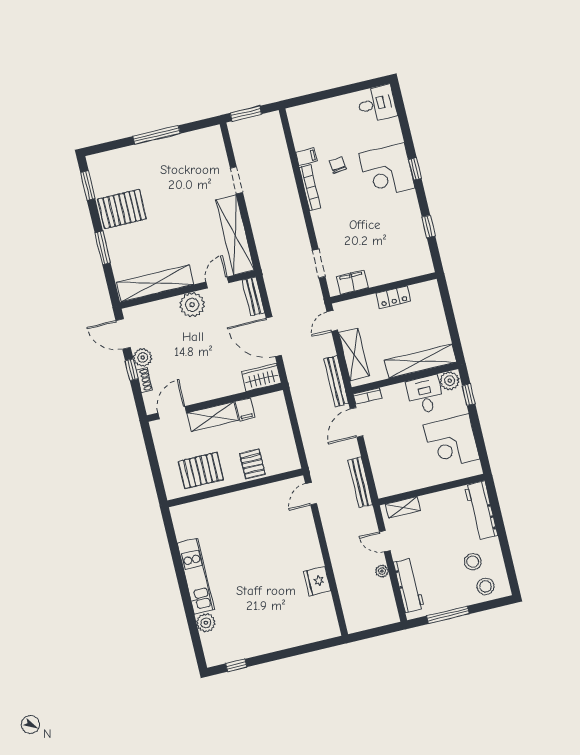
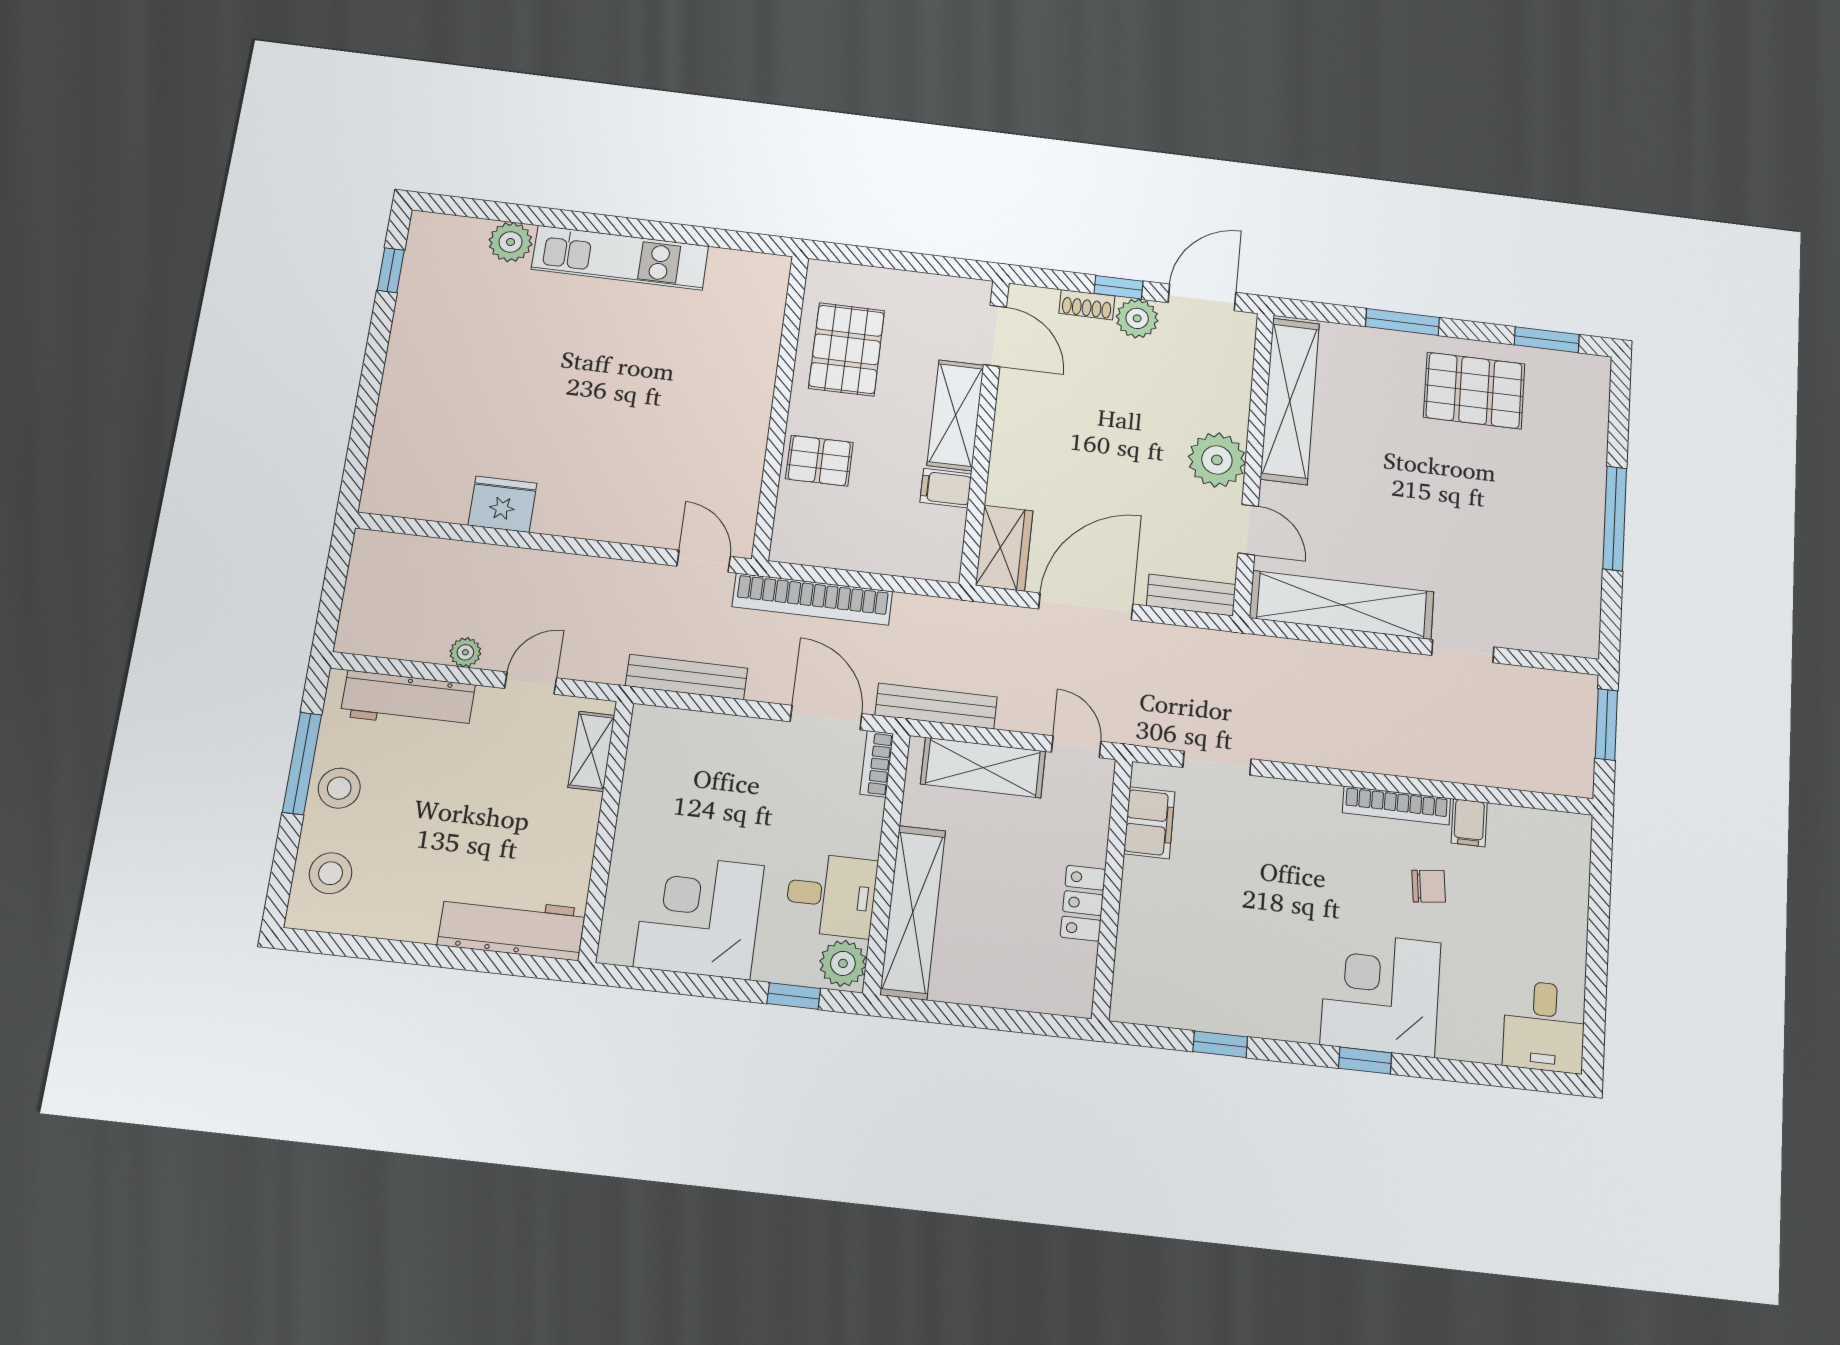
pallet: (122, 209) -> (1474, 391), turned 90
bookcase: (311, 445) -> (812, 599), added
stool: (473, 562) -> (339, 788), moved

